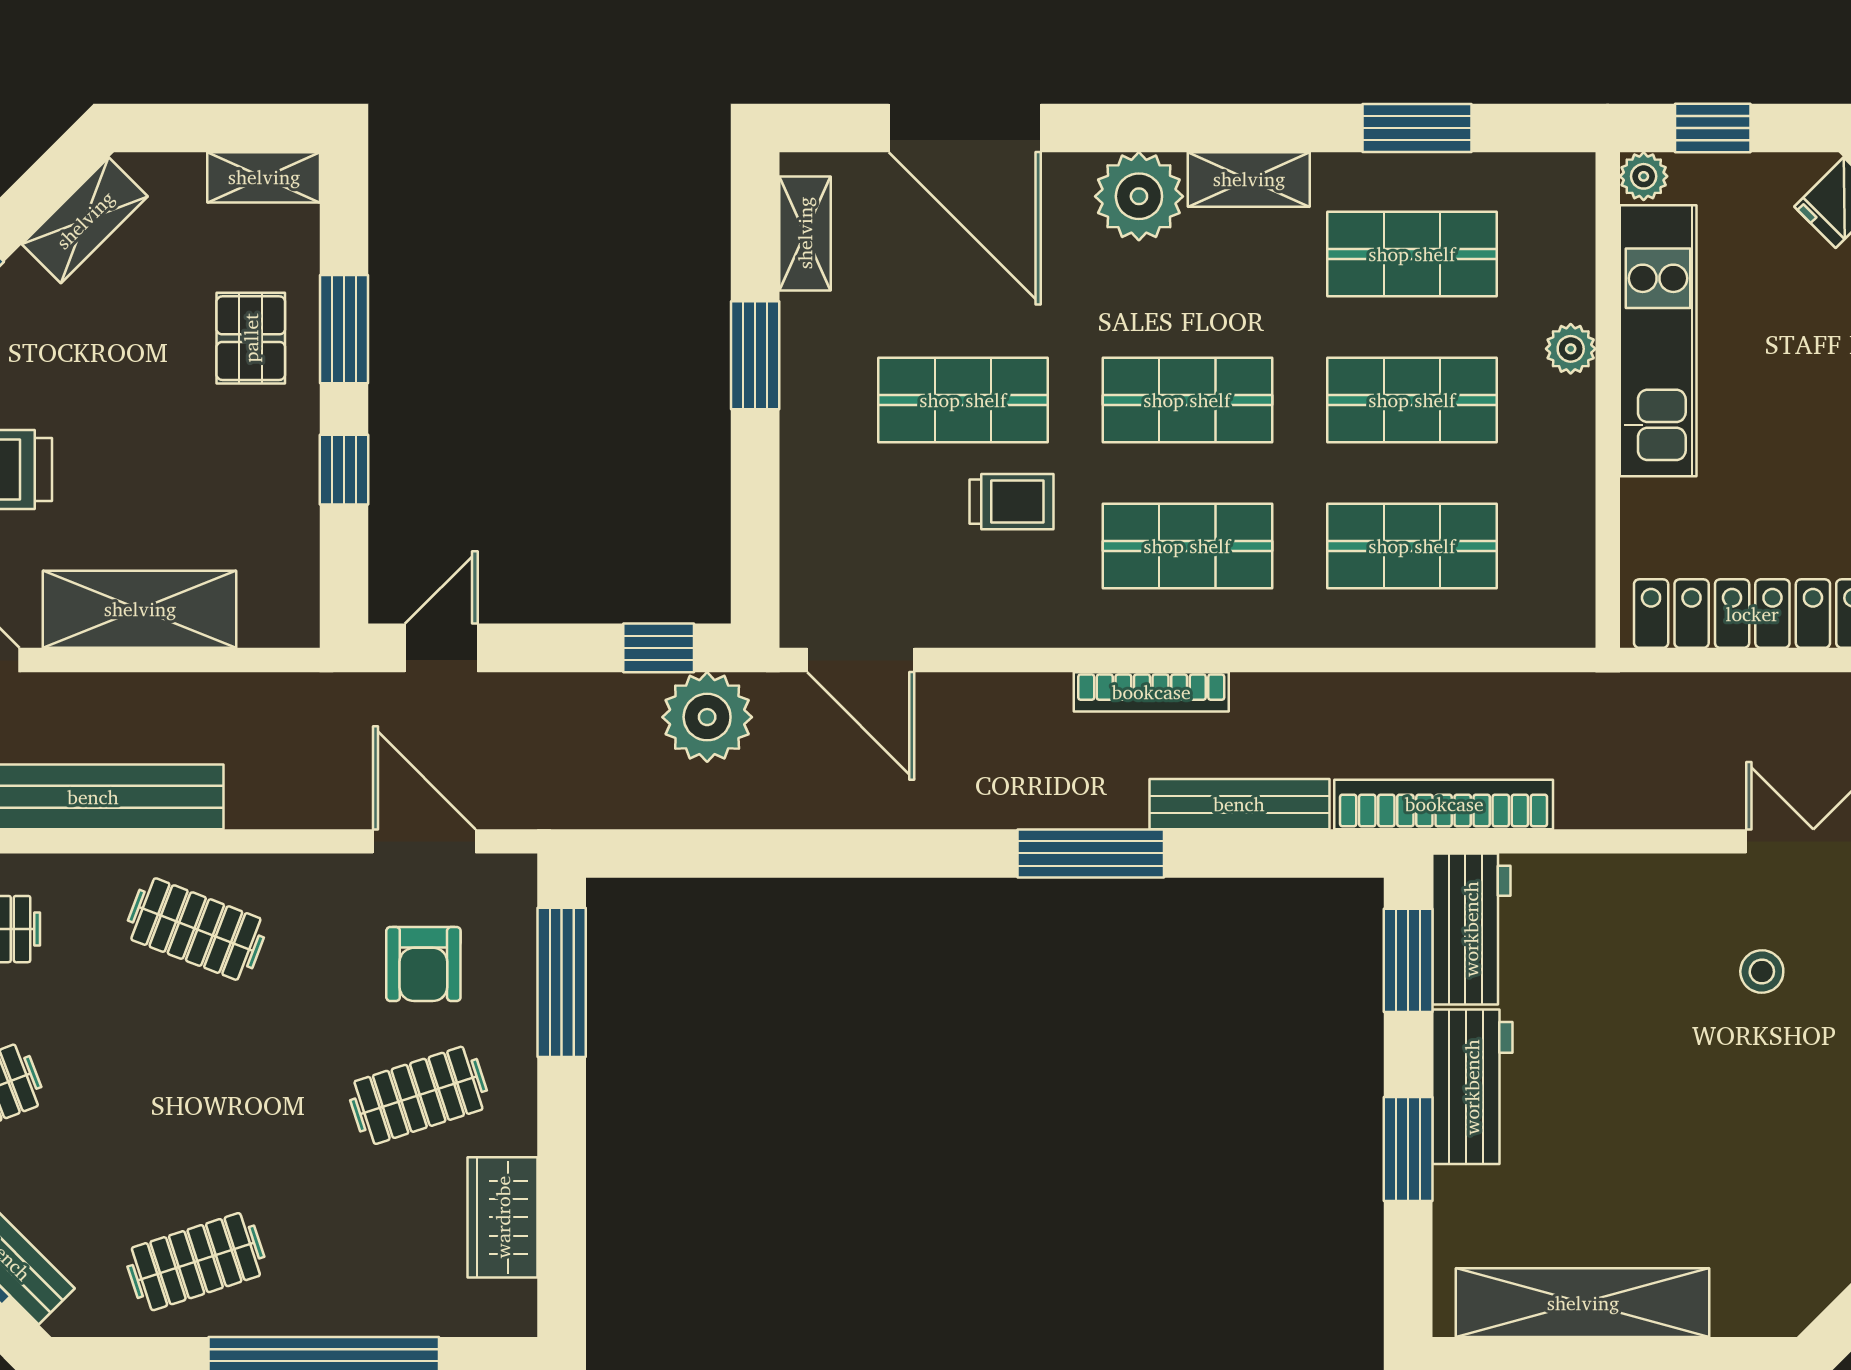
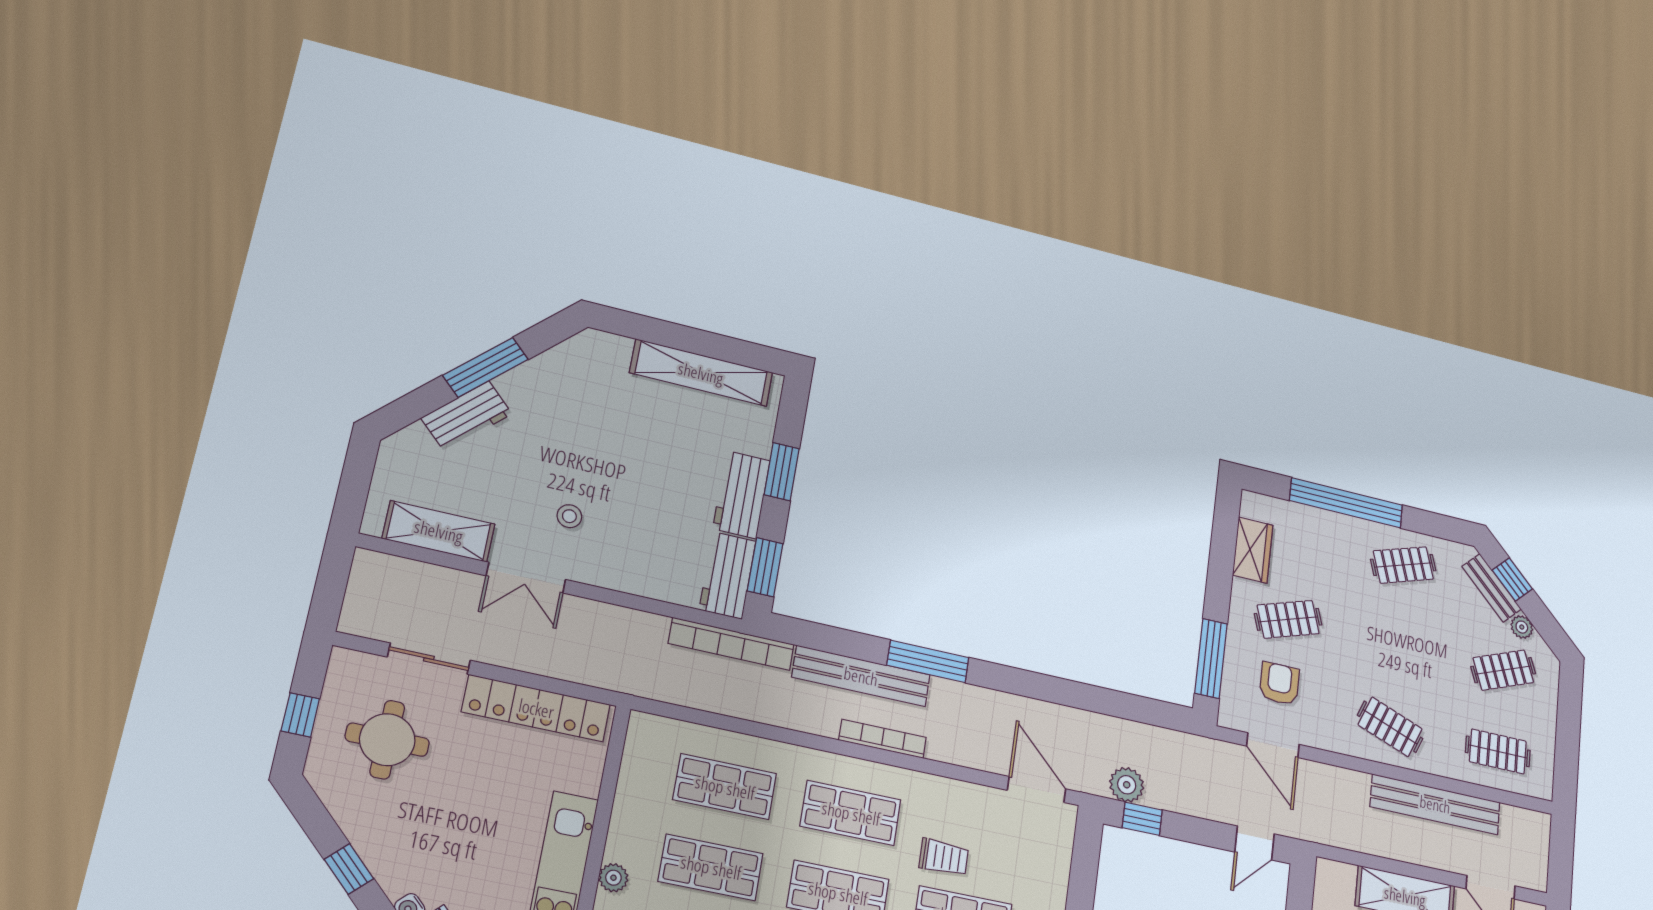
trolley: (1012, 502) -> (944, 857), turned 180
plant: (707, 717) -> (1127, 785), width x0.73, depth x0.73
bench: (1239, 804) -> (861, 676), width x1.37, depth x1.21

